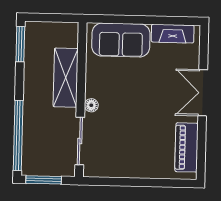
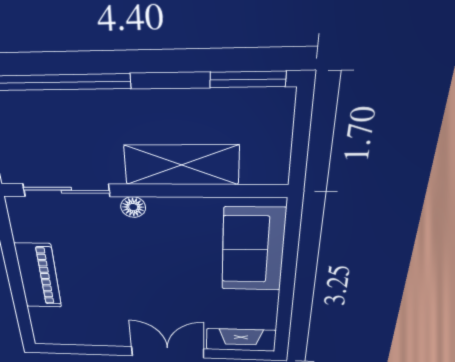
fireplace: (173, 34) -> (241, 340), moved, turned 90
piano: (186, 147) -> (38, 276), moved, turned 90

